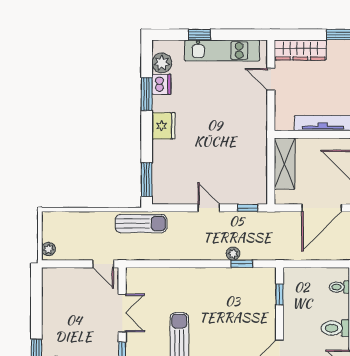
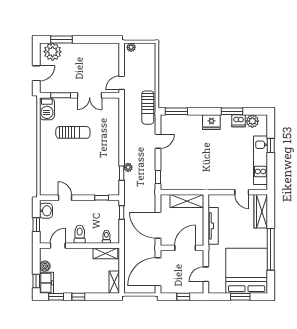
door: (271, 79) -> (242, 192), swing flipped
door: (209, 208) -> (158, 141), moved
window: (302, 264) -> (122, 213), added

